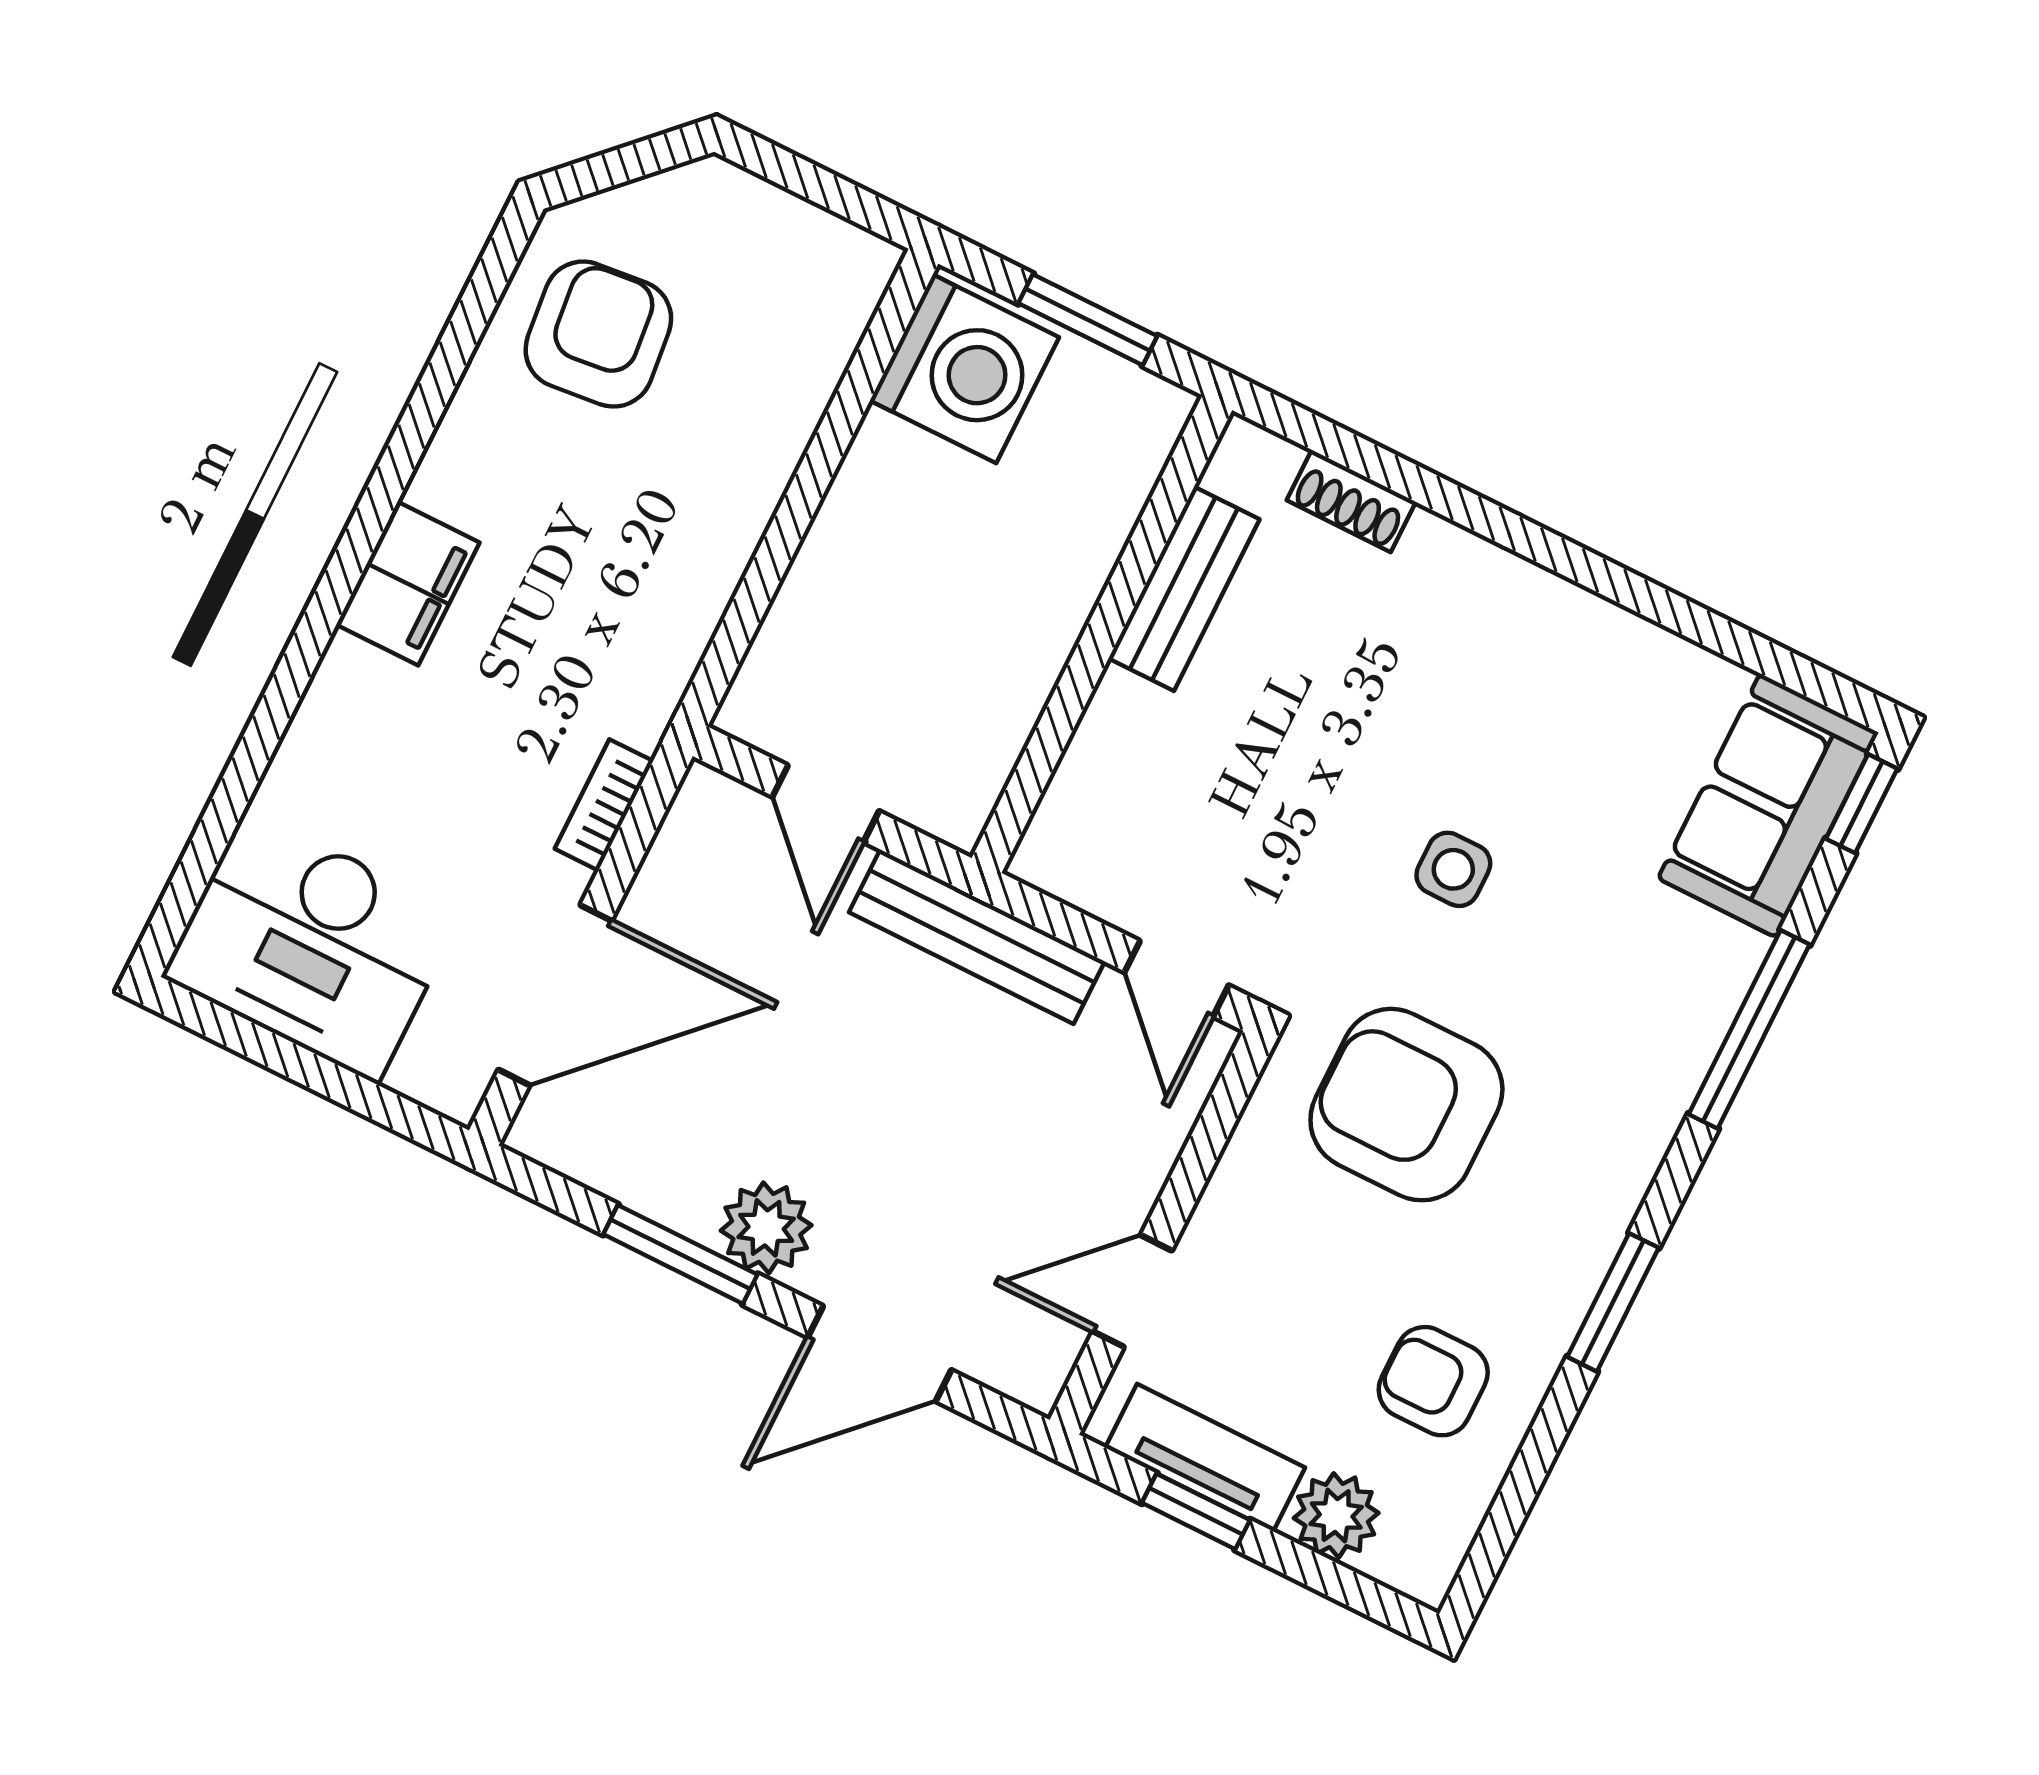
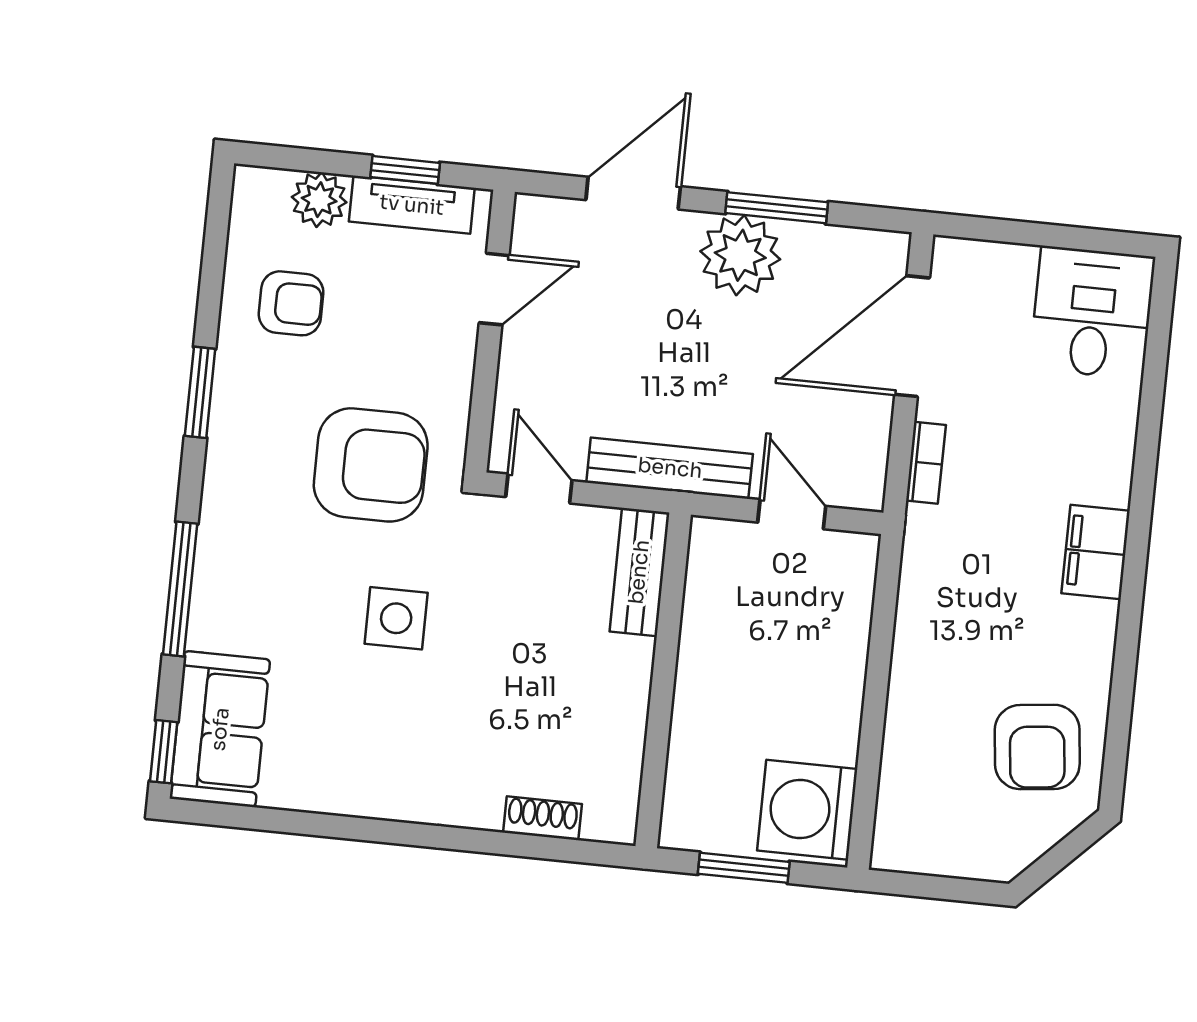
bench: (1184, 589) -> (639, 572), moved
side table: (1453, 869) -> (396, 618), width x1.37, depth x1.37
desk: (312, 946) -> (1092, 313), width x0.73
plant: (766, 1228) -> (740, 255), width x1.36, depth x1.36

